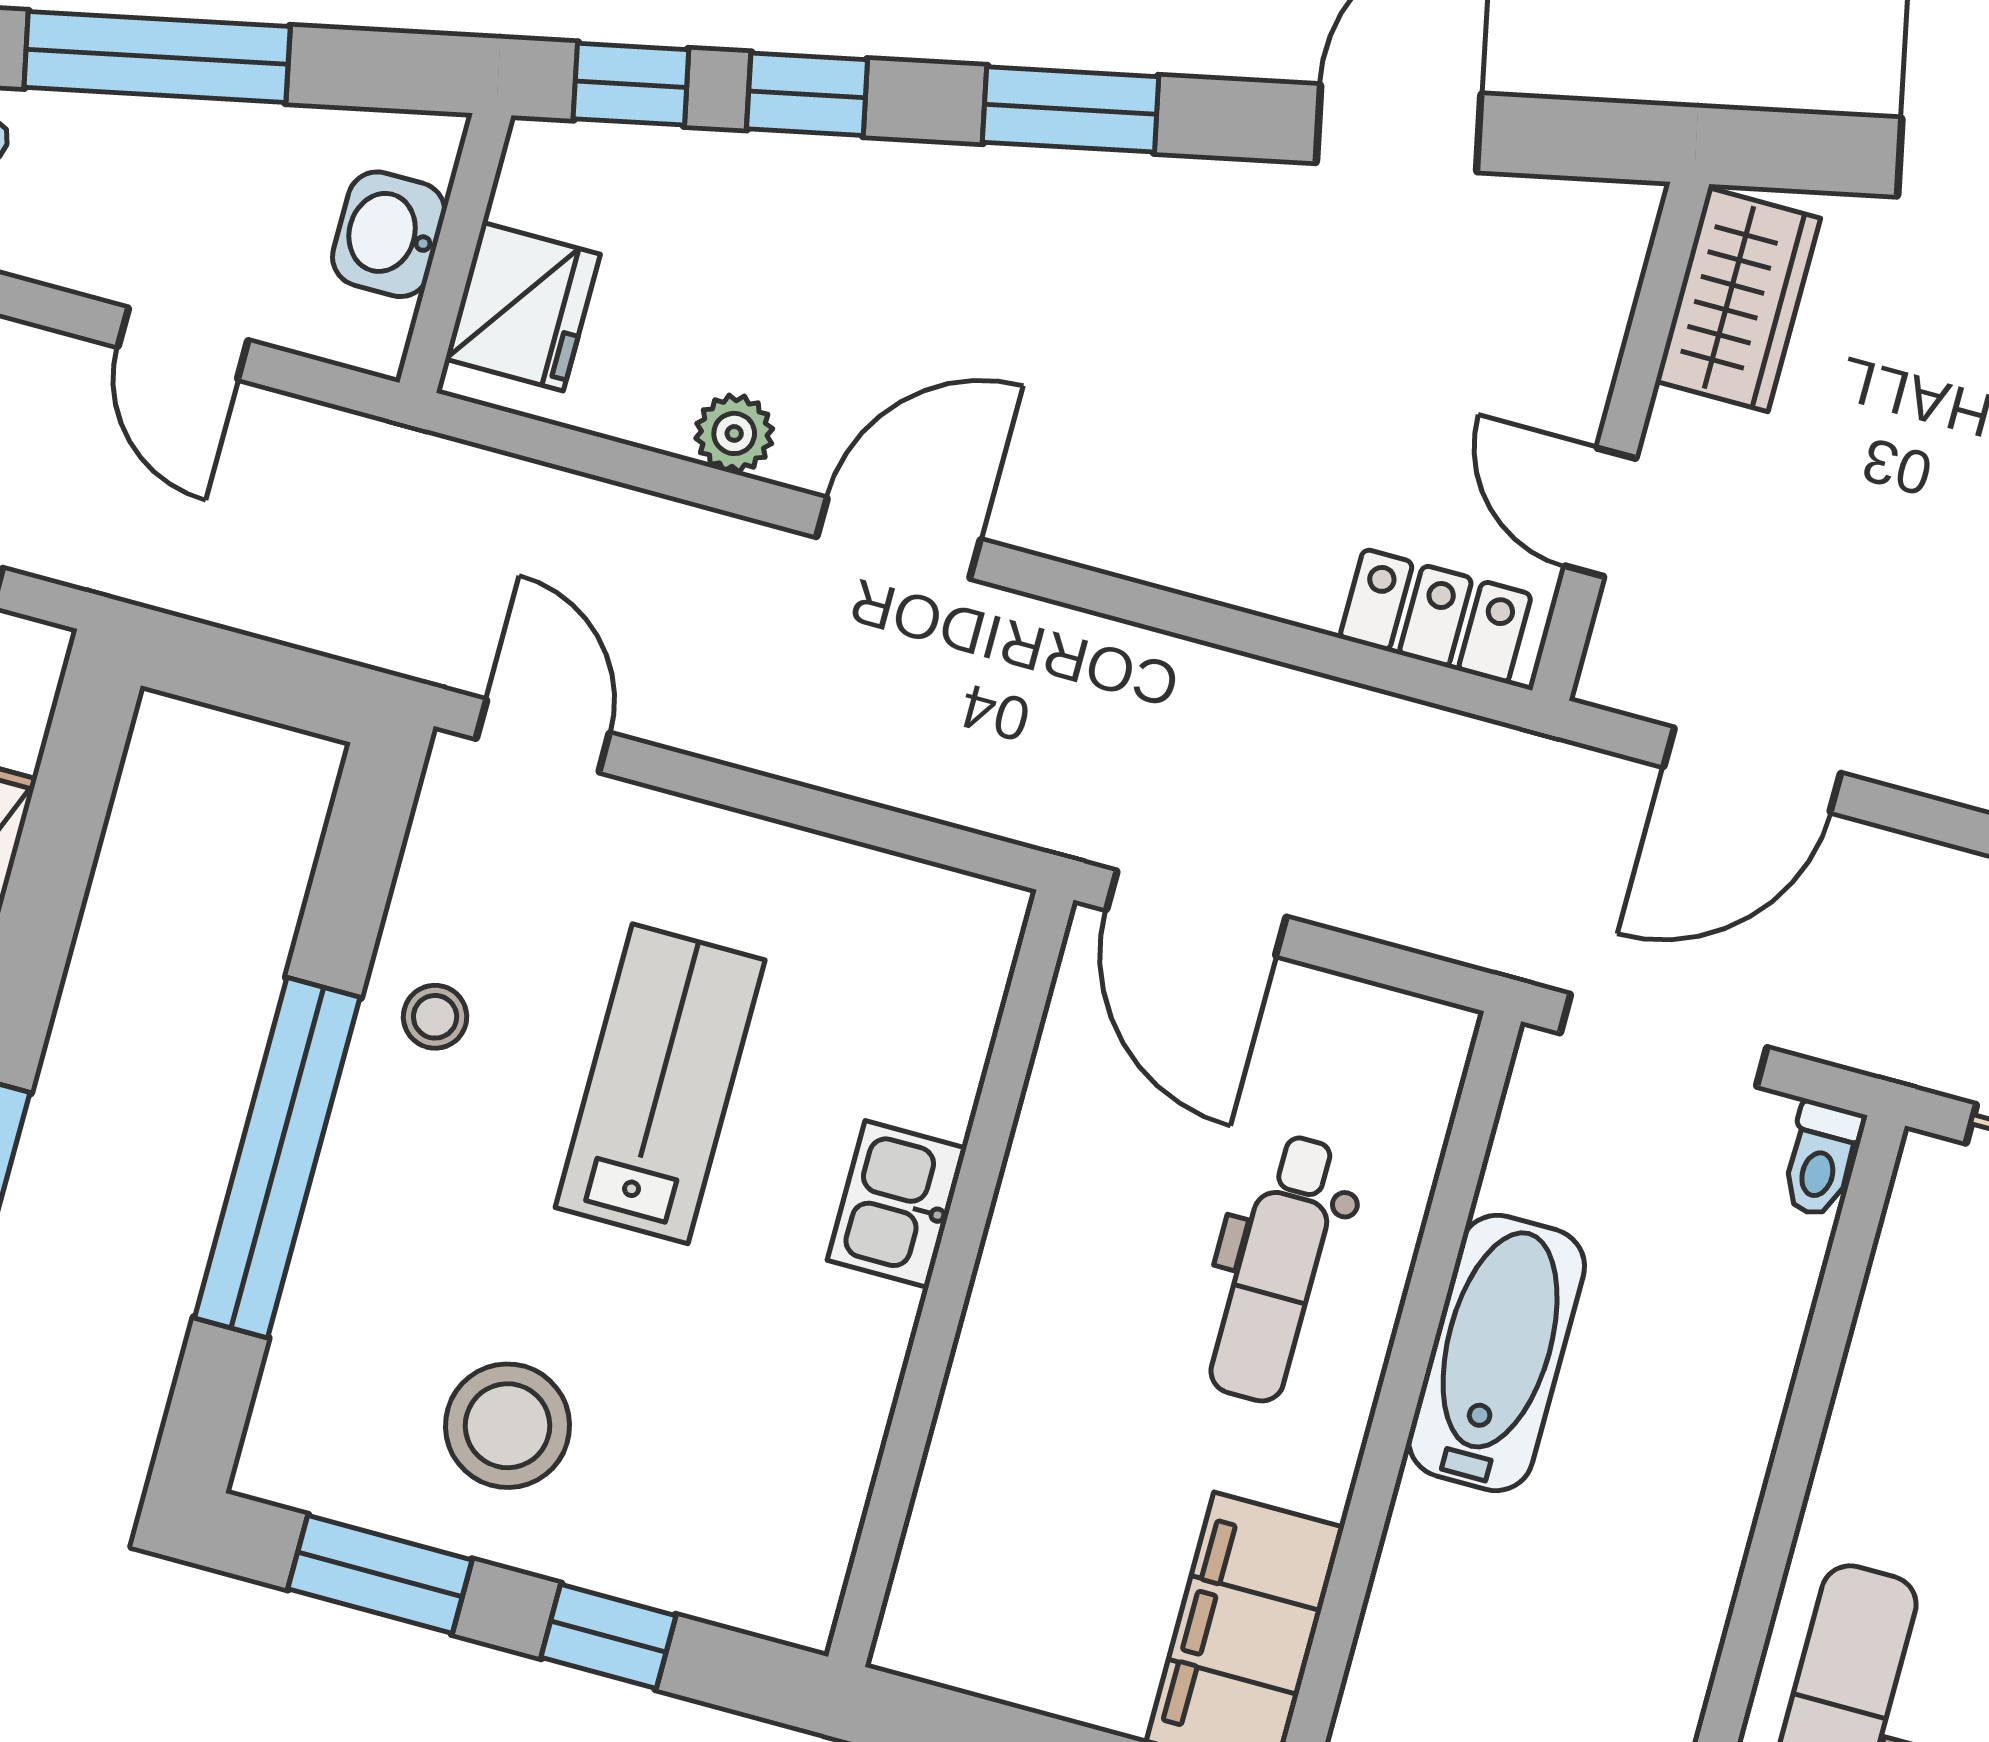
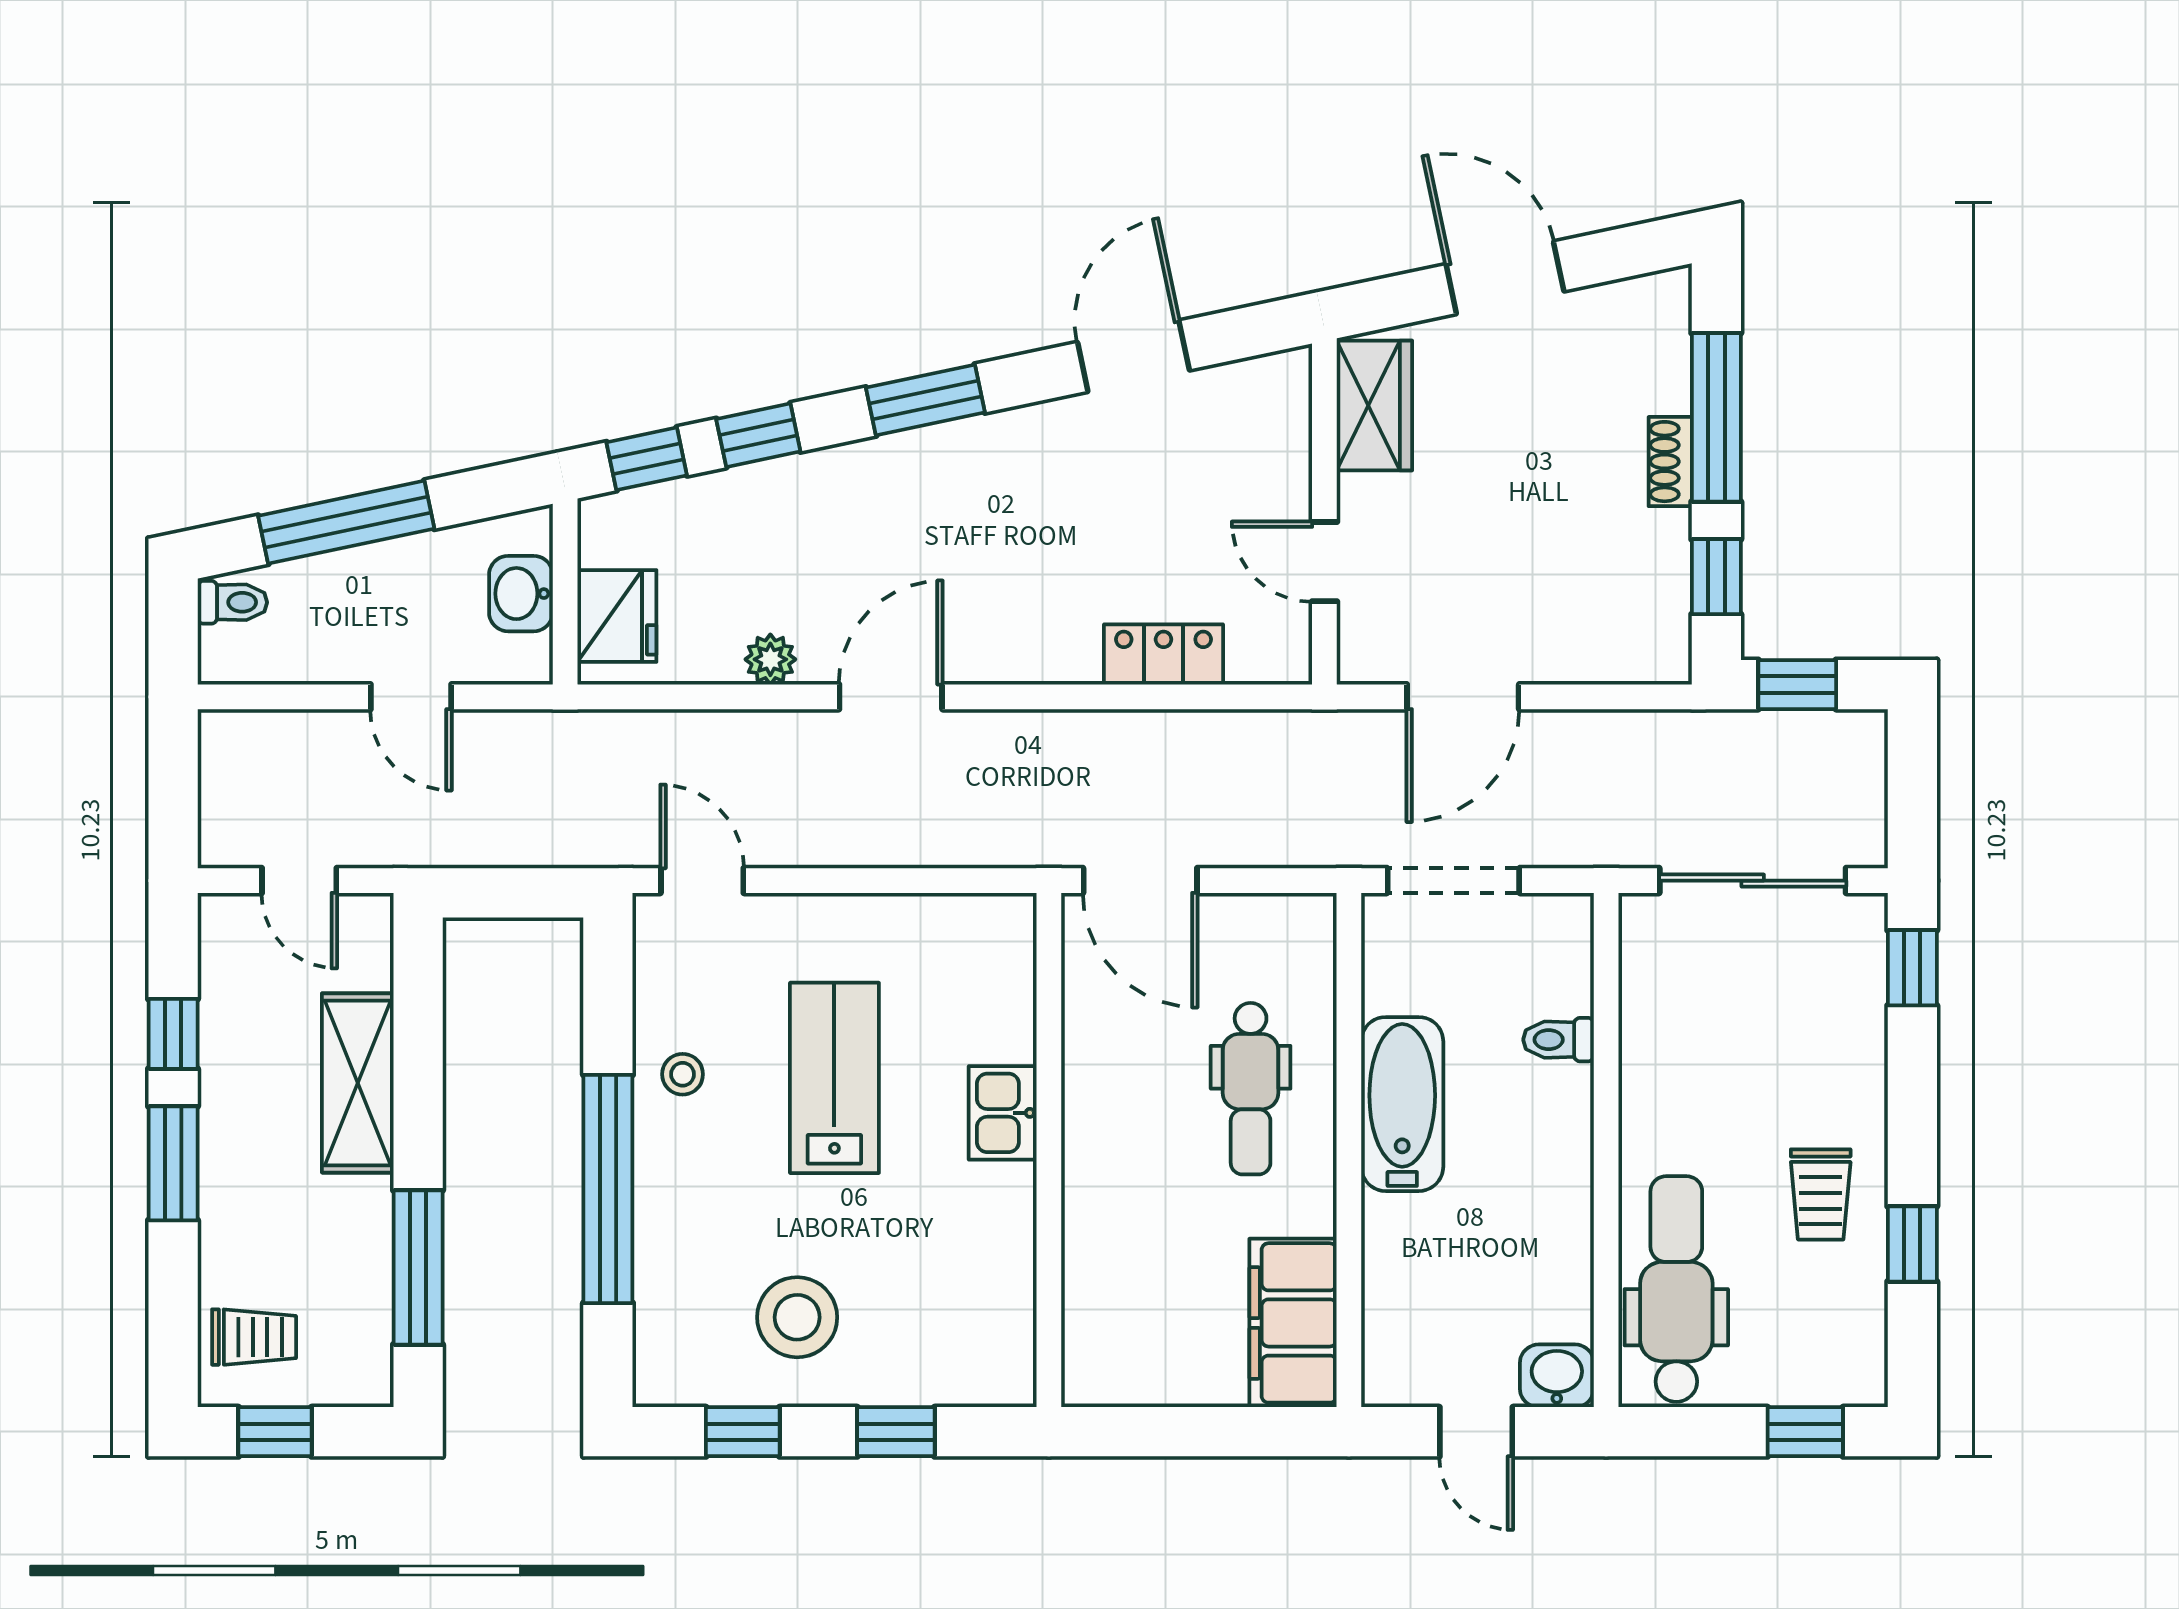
locker: (1436, 616) -> (1163, 654), moved
toilet: (1821, 1159) -> (1559, 1040), moved, turned 90
window: (380, 1574) -> (743, 1432), width x0.67

